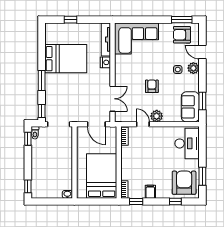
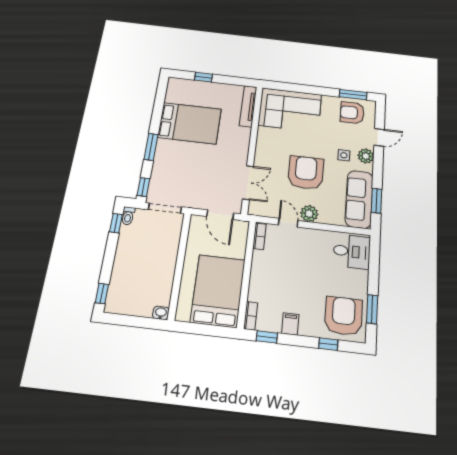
door: (202, 52) -> (379, 137), swing flipped
nightstand: (105, 62) -> (244, 134), removed
armchair: (152, 86) -> (306, 173), width x1.88, depth x1.88
sofa: (190, 107) -> (359, 199), width x1.36
desk: (187, 143) -> (352, 252), width x0.73

